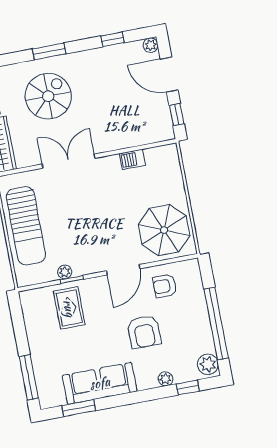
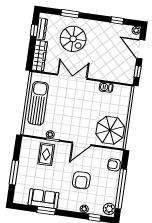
window: (49, 51) -> (70, 14), moved
spiral stairs: (48, 96) -> (73, 39), turned 90
sun lounger: (26, 226) -> (38, 103), turned 180
armchair: (165, 286) -> (114, 165), moved
window: (29, 377) -> (14, 173), moved
sofa: (100, 383) -> (43, 199), width x0.73
window: (79, 408) -> (46, 211), moved

